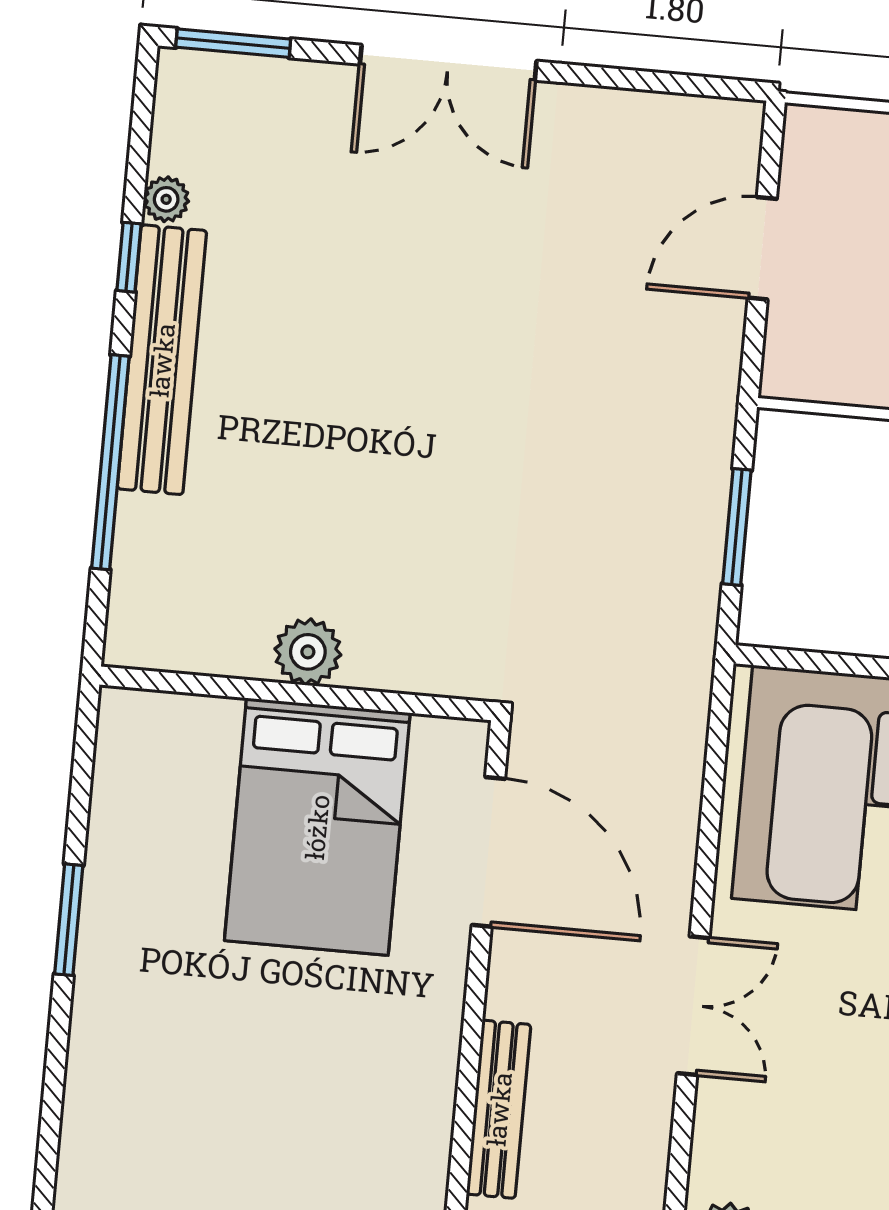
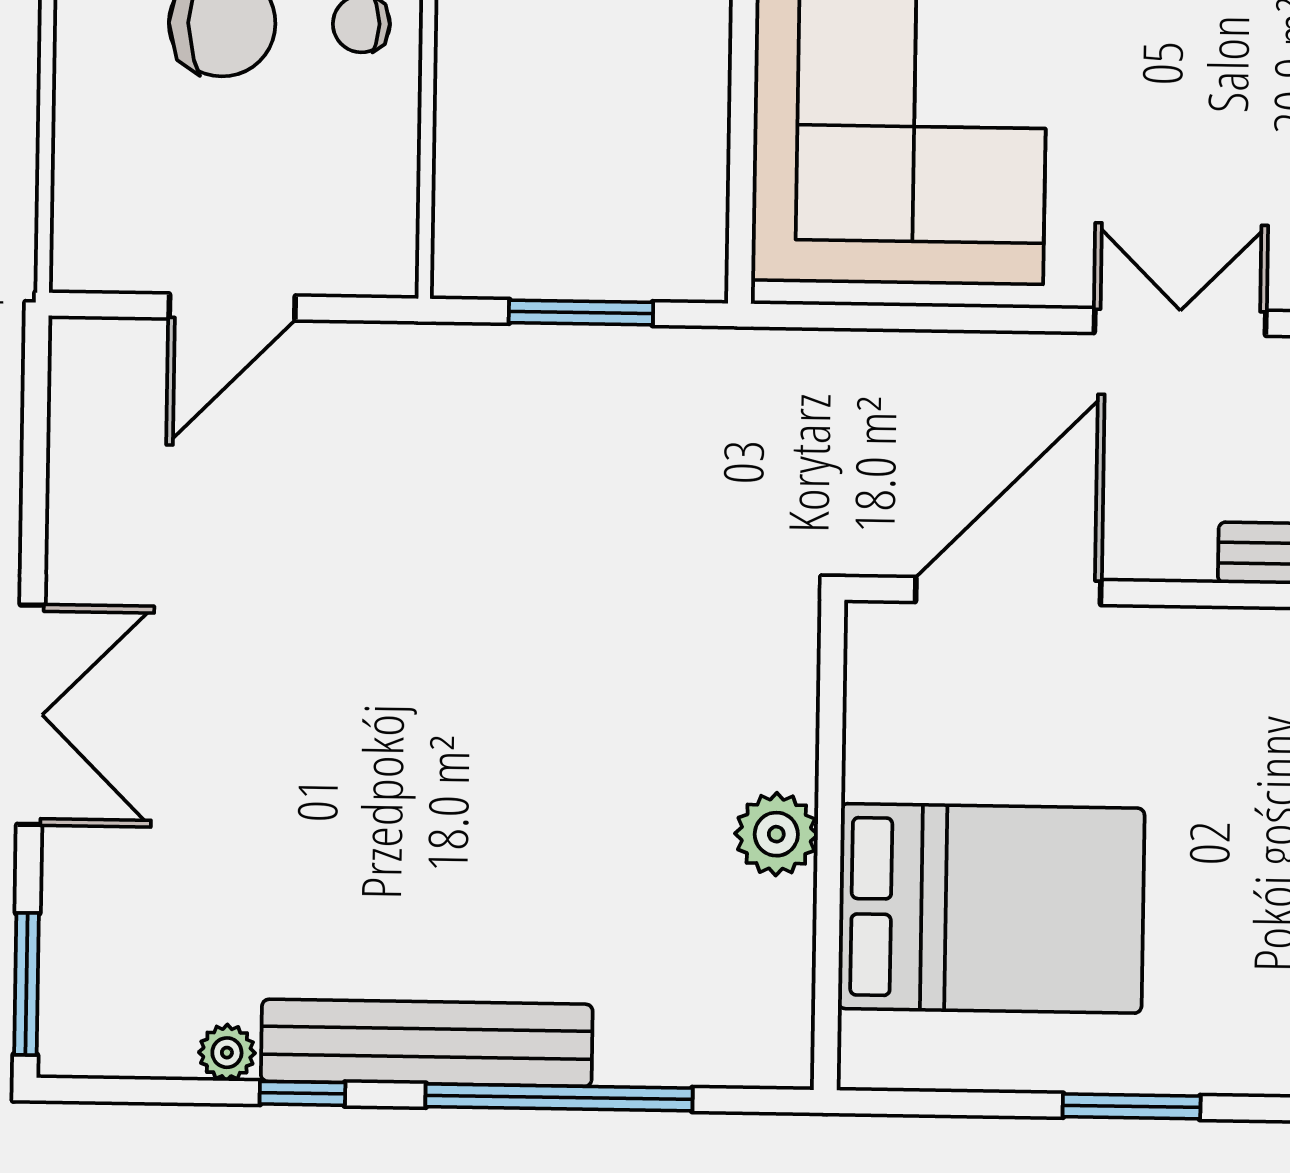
door: (762, 248) -> (232, 307), hinge flipped
bed: (317, 827) -> (991, 908), moved

